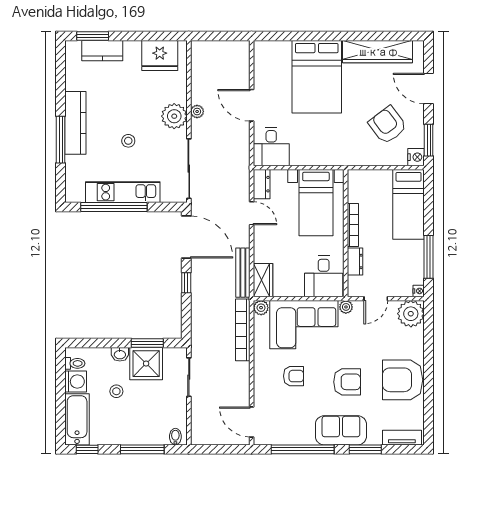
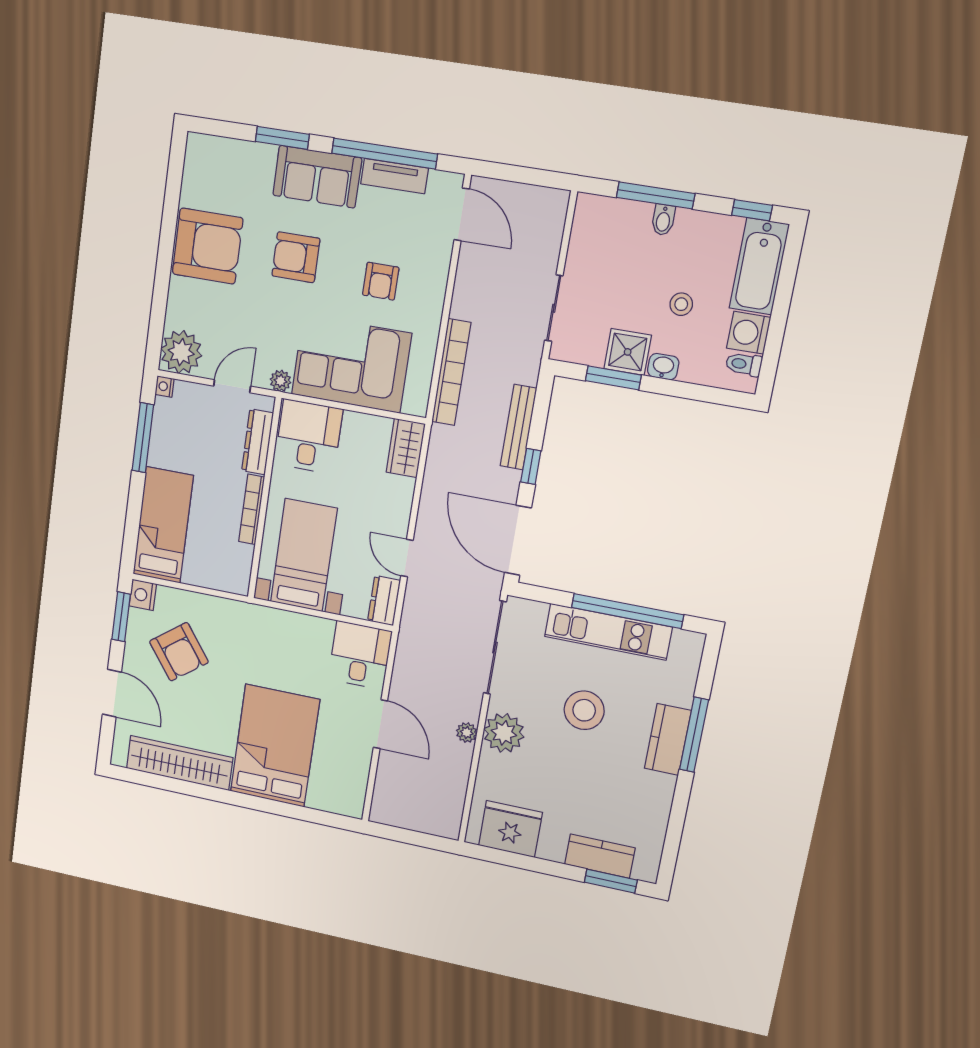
kitchen counter: (75, 123) -> (668, 739), width x0.67
stool: (128, 141) -> (584, 710), width x1.89, depth x1.89
dresser: (355, 261) -> (258, 442), width x1.44
bench: (243, 273) -> (518, 427), moved
plant: (261, 308) -> (416, 404), removed
shower: (146, 364) -> (628, 352), width x0.73, depth x0.73
armchair: (294, 376) -> (381, 281), turned -90
bidet: (175, 437) -> (663, 220), moved
tv unit: (402, 438) -> (394, 176), moved

